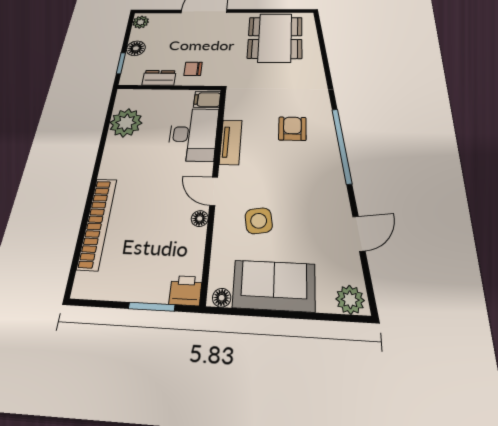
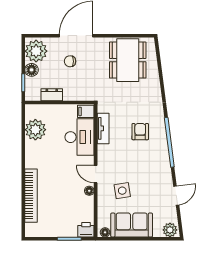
plant: (141, 22) -> (36, 51), width x1.87, depth x1.87
chair: (193, 69) -> (70, 61), moved
tv unit: (231, 142) -> (103, 128), moved

